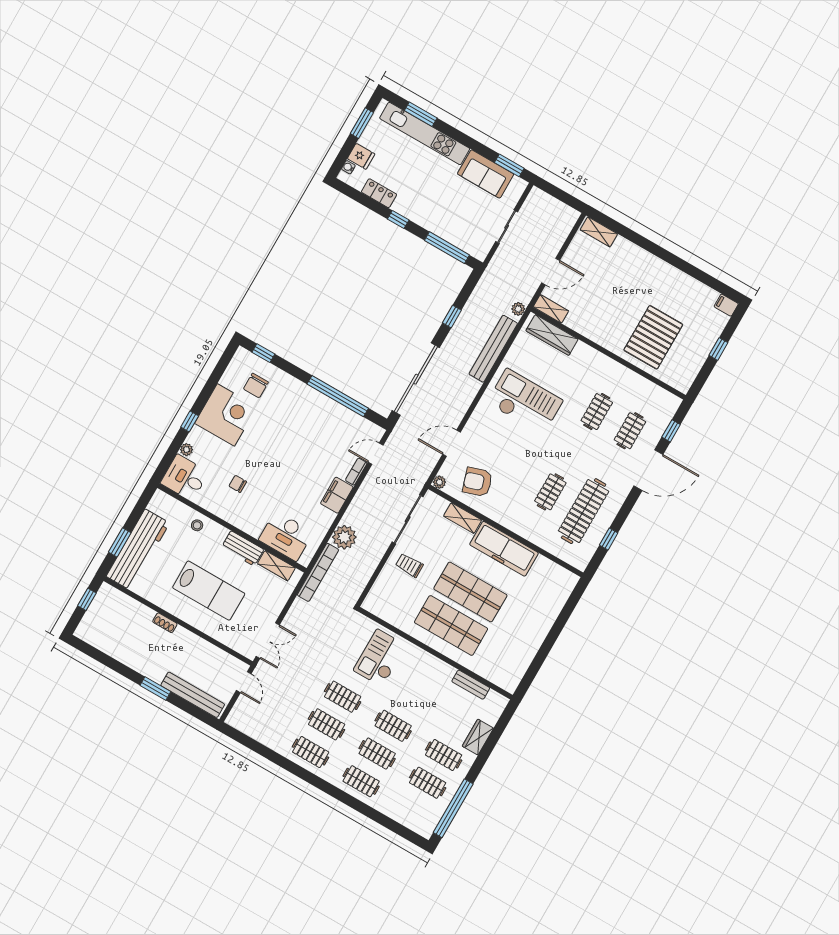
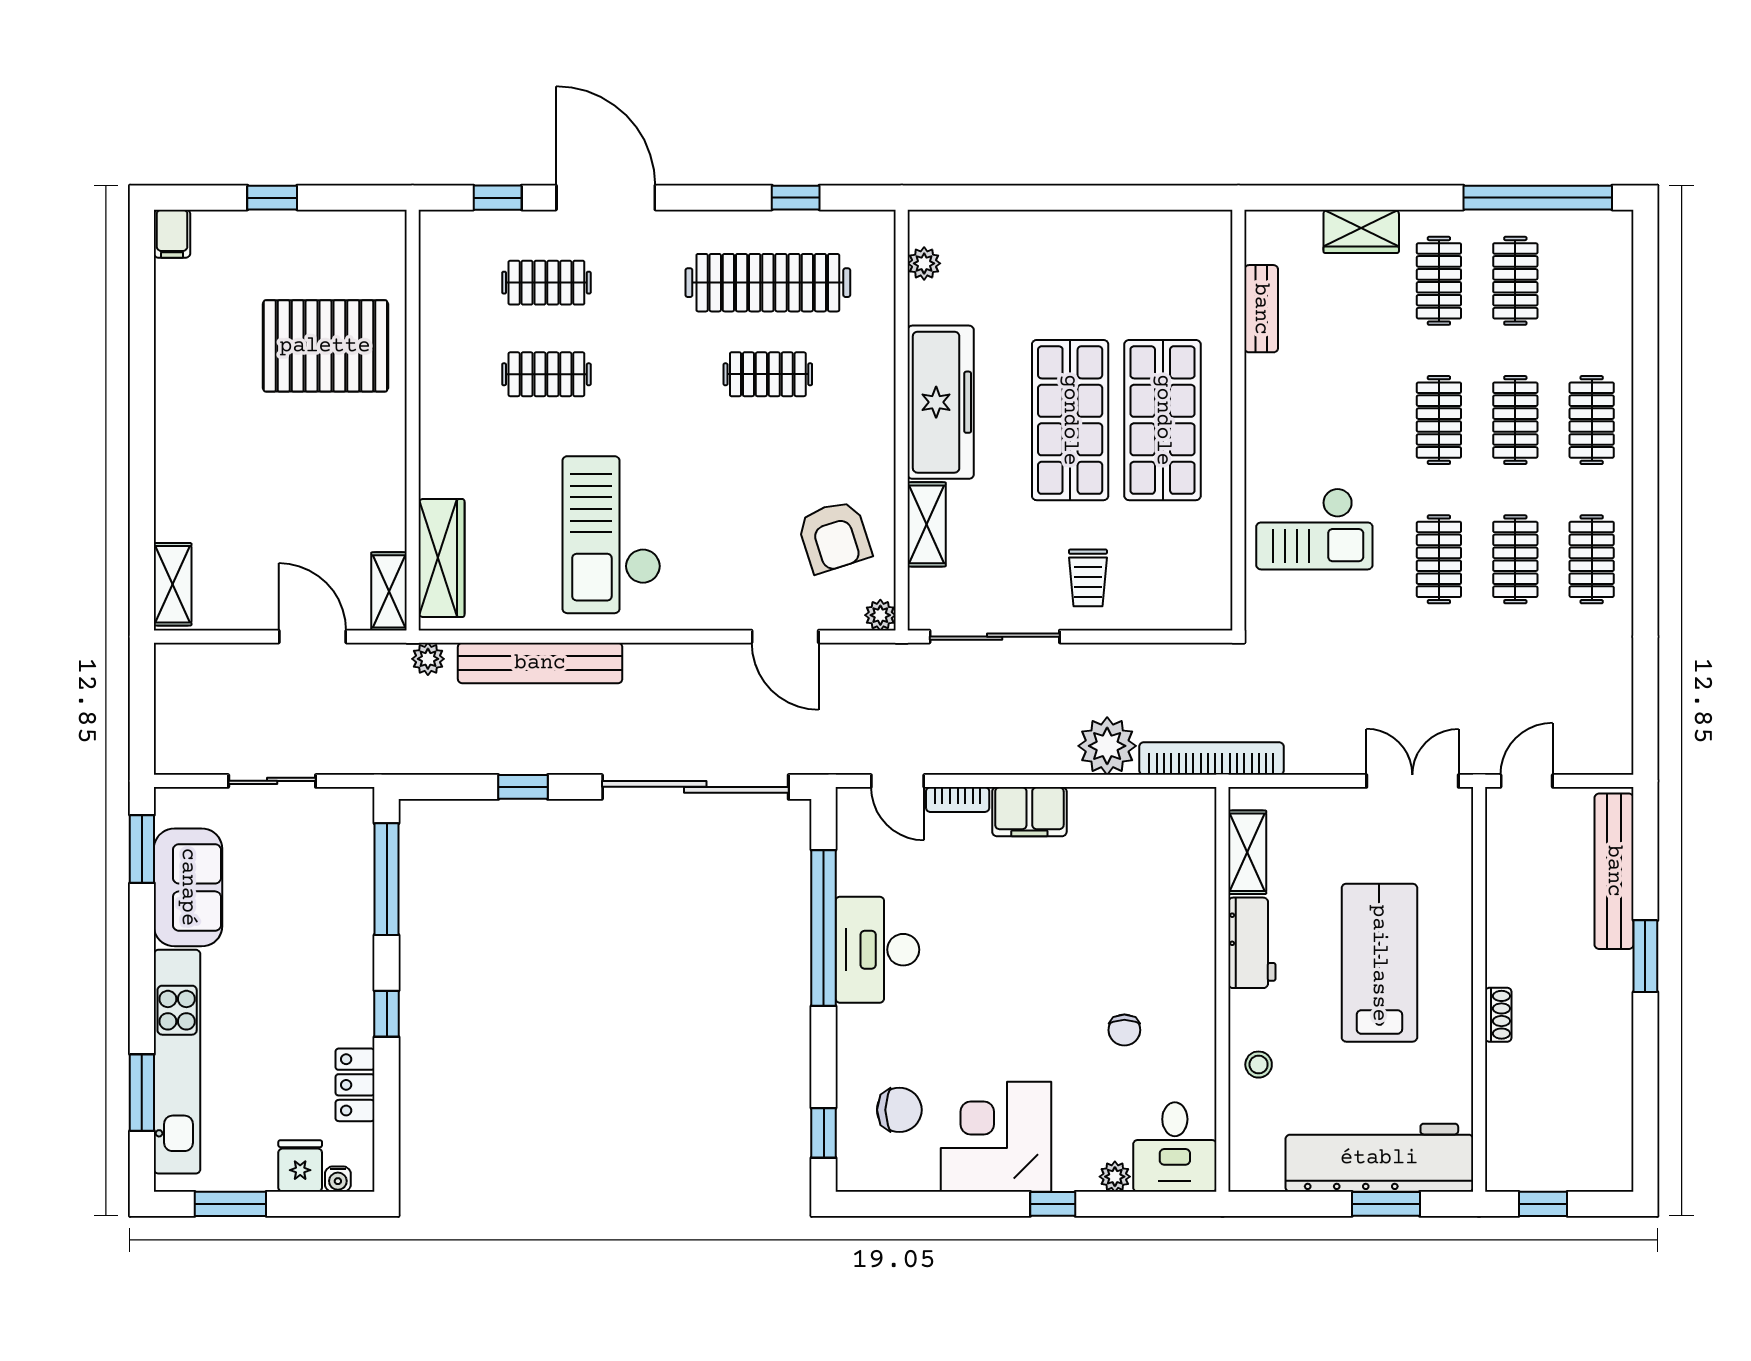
desk: (286, 536) -> (877, 950), moved, turned 180
plant: (558, 572) -> (924, 263), added

